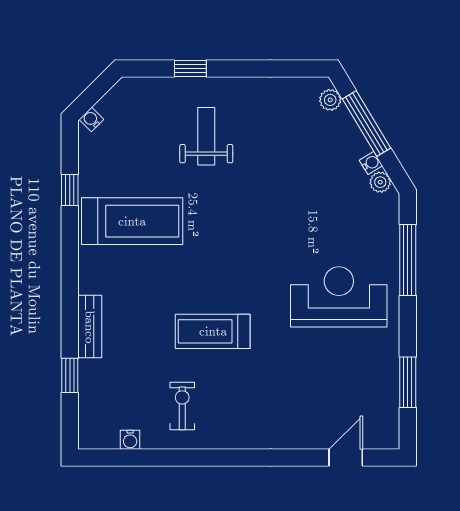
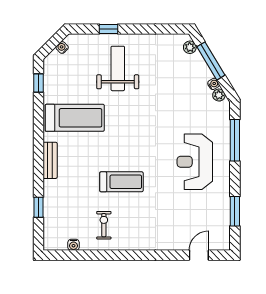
water cooler: (91, 119) -> (62, 47), moved
weight bench: (206, 136) -> (118, 68), width x1.36, depth x1.33
window: (70, 190) -> (38, 83), moved
reception desk: (339, 297) -> (195, 162), turned -90
bench: (90, 327) -> (50, 160), moved
treadmill: (213, 331) -> (121, 182), turned 180

